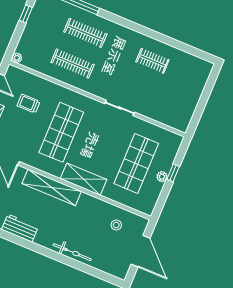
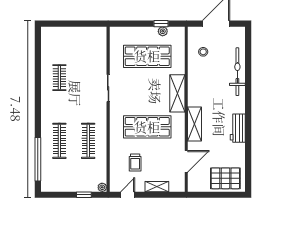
window: (26, 14) -> (84, 195), moved
window: (173, 173) -> (161, 24), moved
plant: (162, 177) -> (163, 31), moved
shelving: (52, 187) -> (195, 124), width x0.68
bicycle: (72, 252) -> (237, 72), width x1.37, depth x1.40

